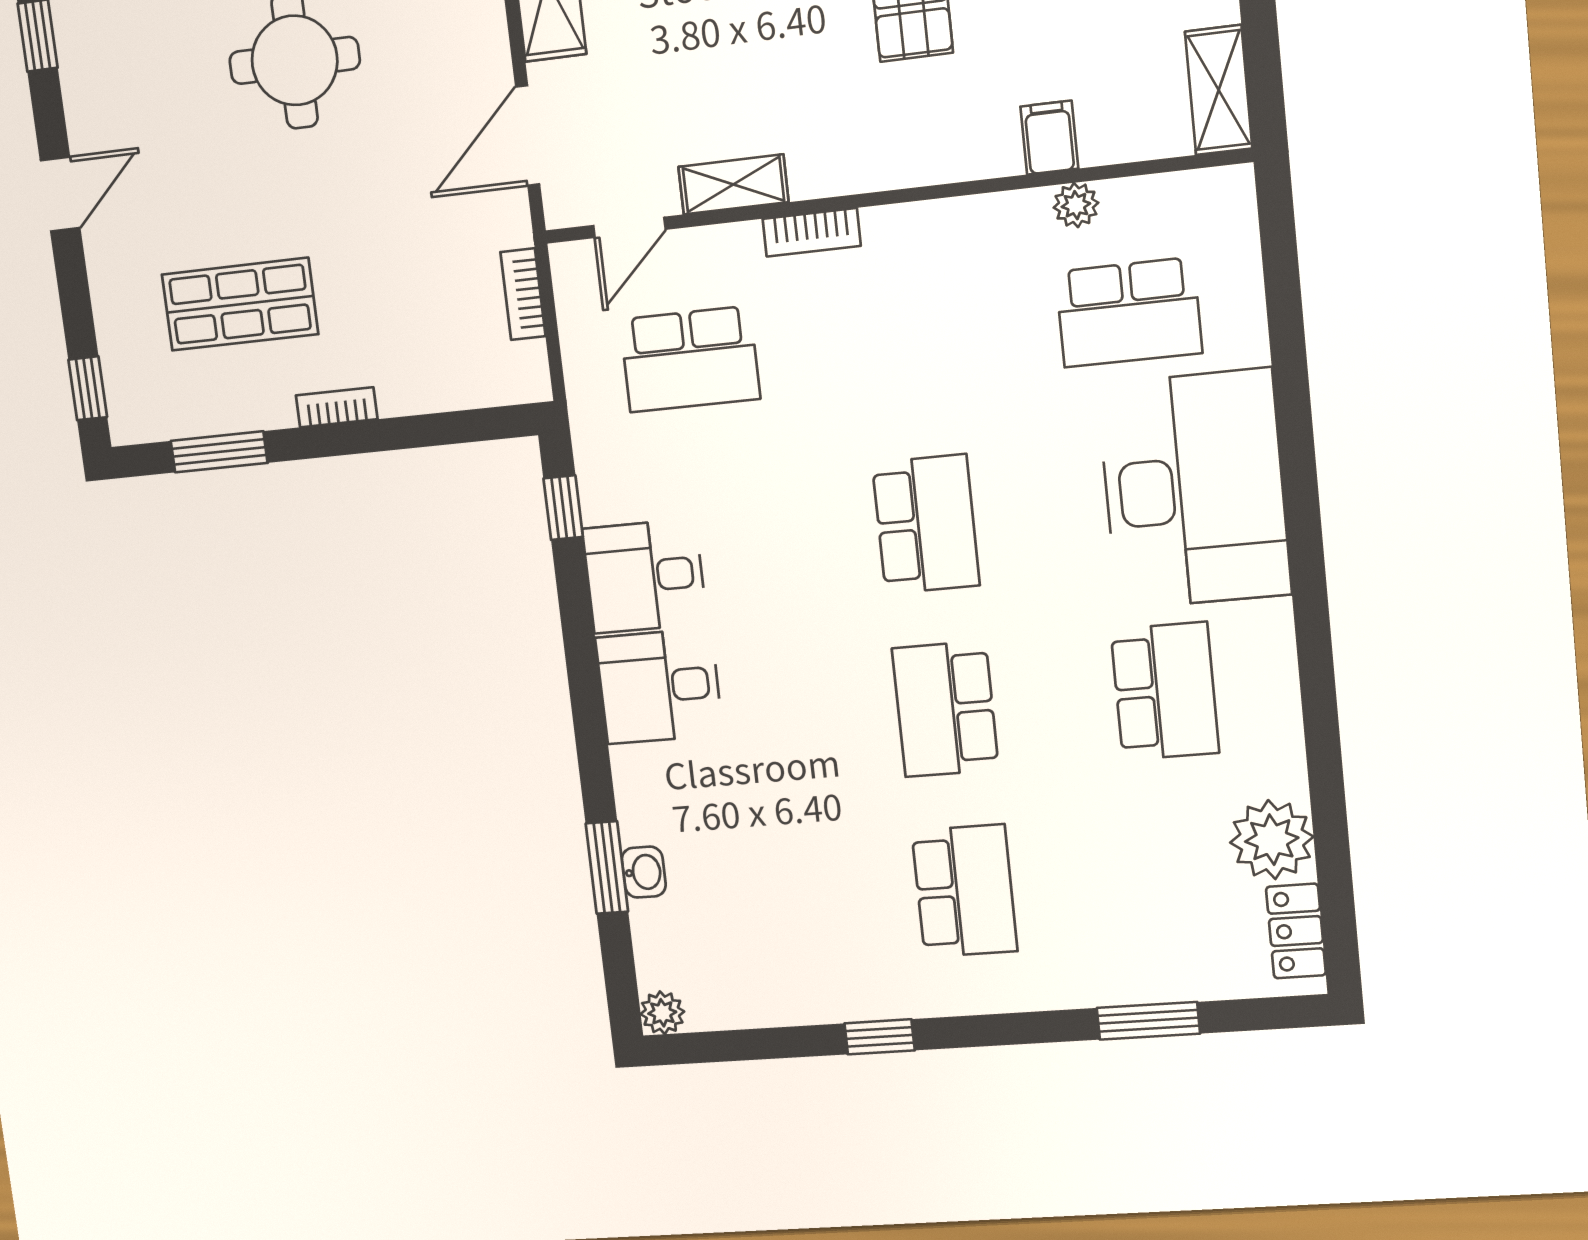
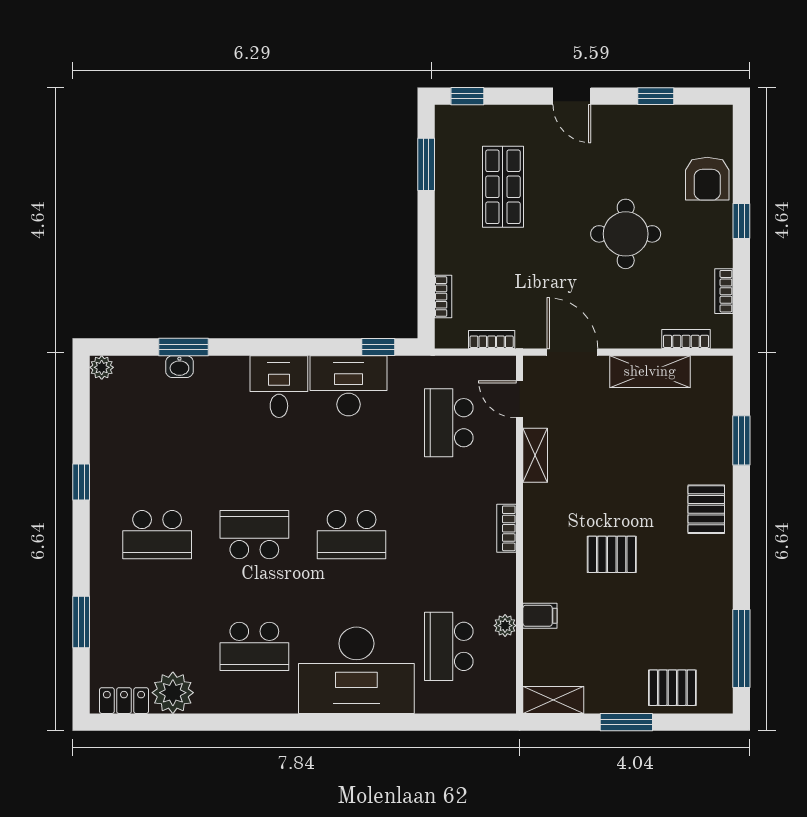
bookcase: (812, 232) -> (506, 528), moved
bookcase: (337, 407) -> (443, 297), moved
desk: (645, 576) -> (348, 386), width x1.37

